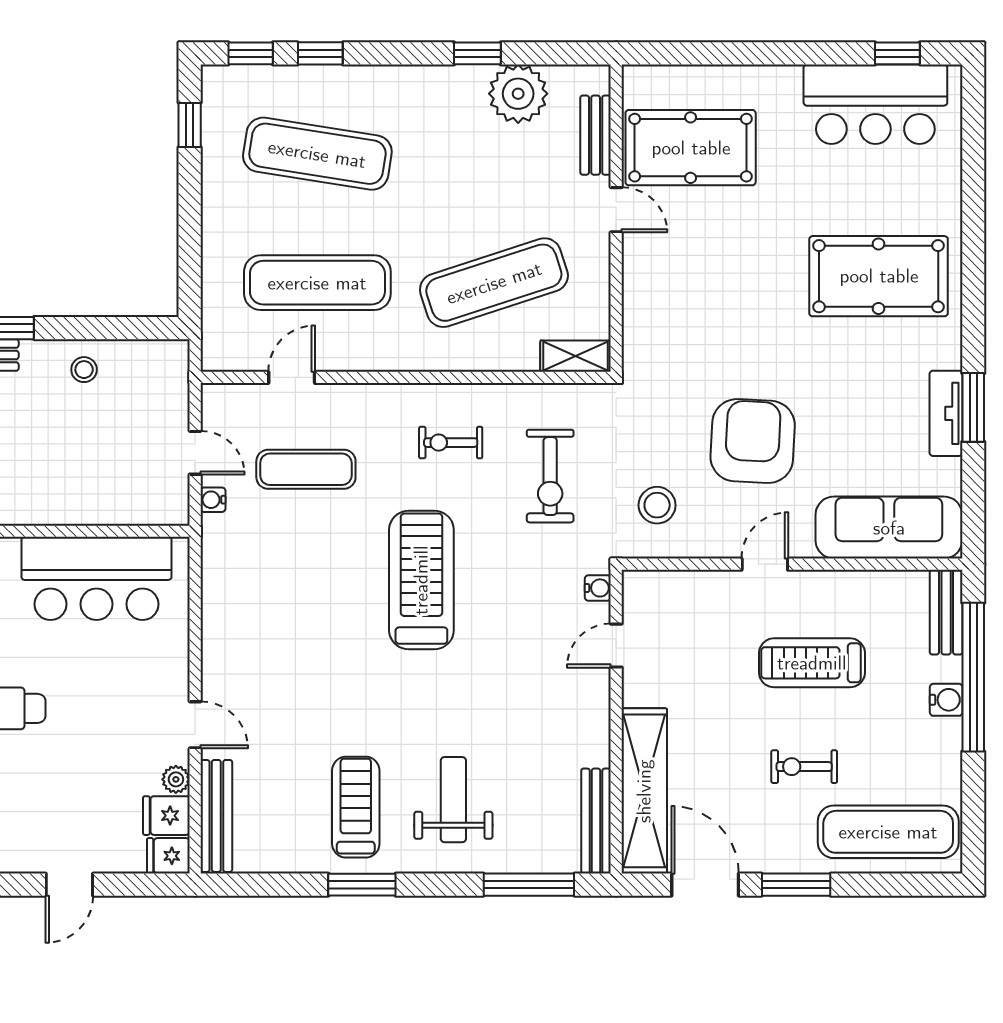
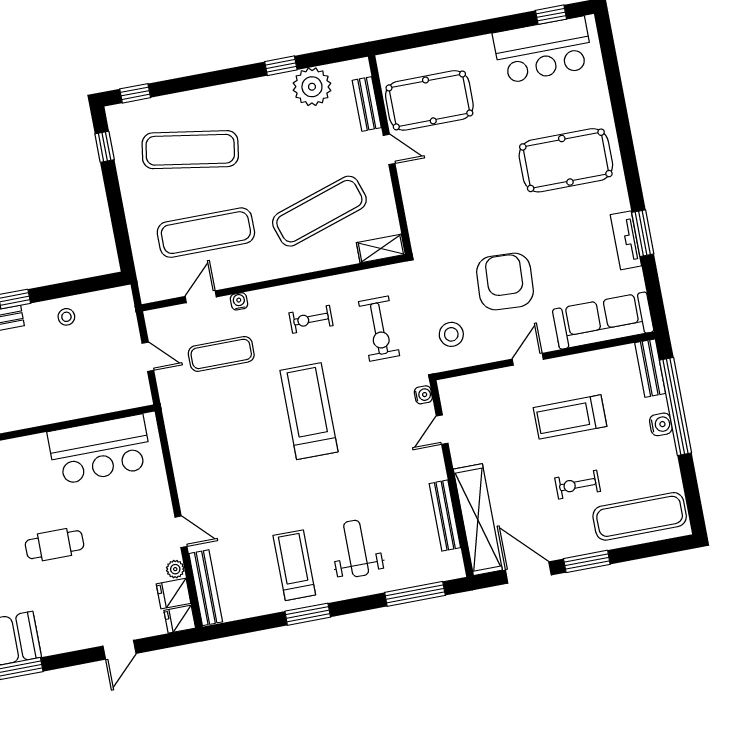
window: (320, 53) -> (180, 85), removed
water cooler: (213, 500) -> (239, 301), moved, turned 90
bench: (596, 821) -> (445, 516), moved

